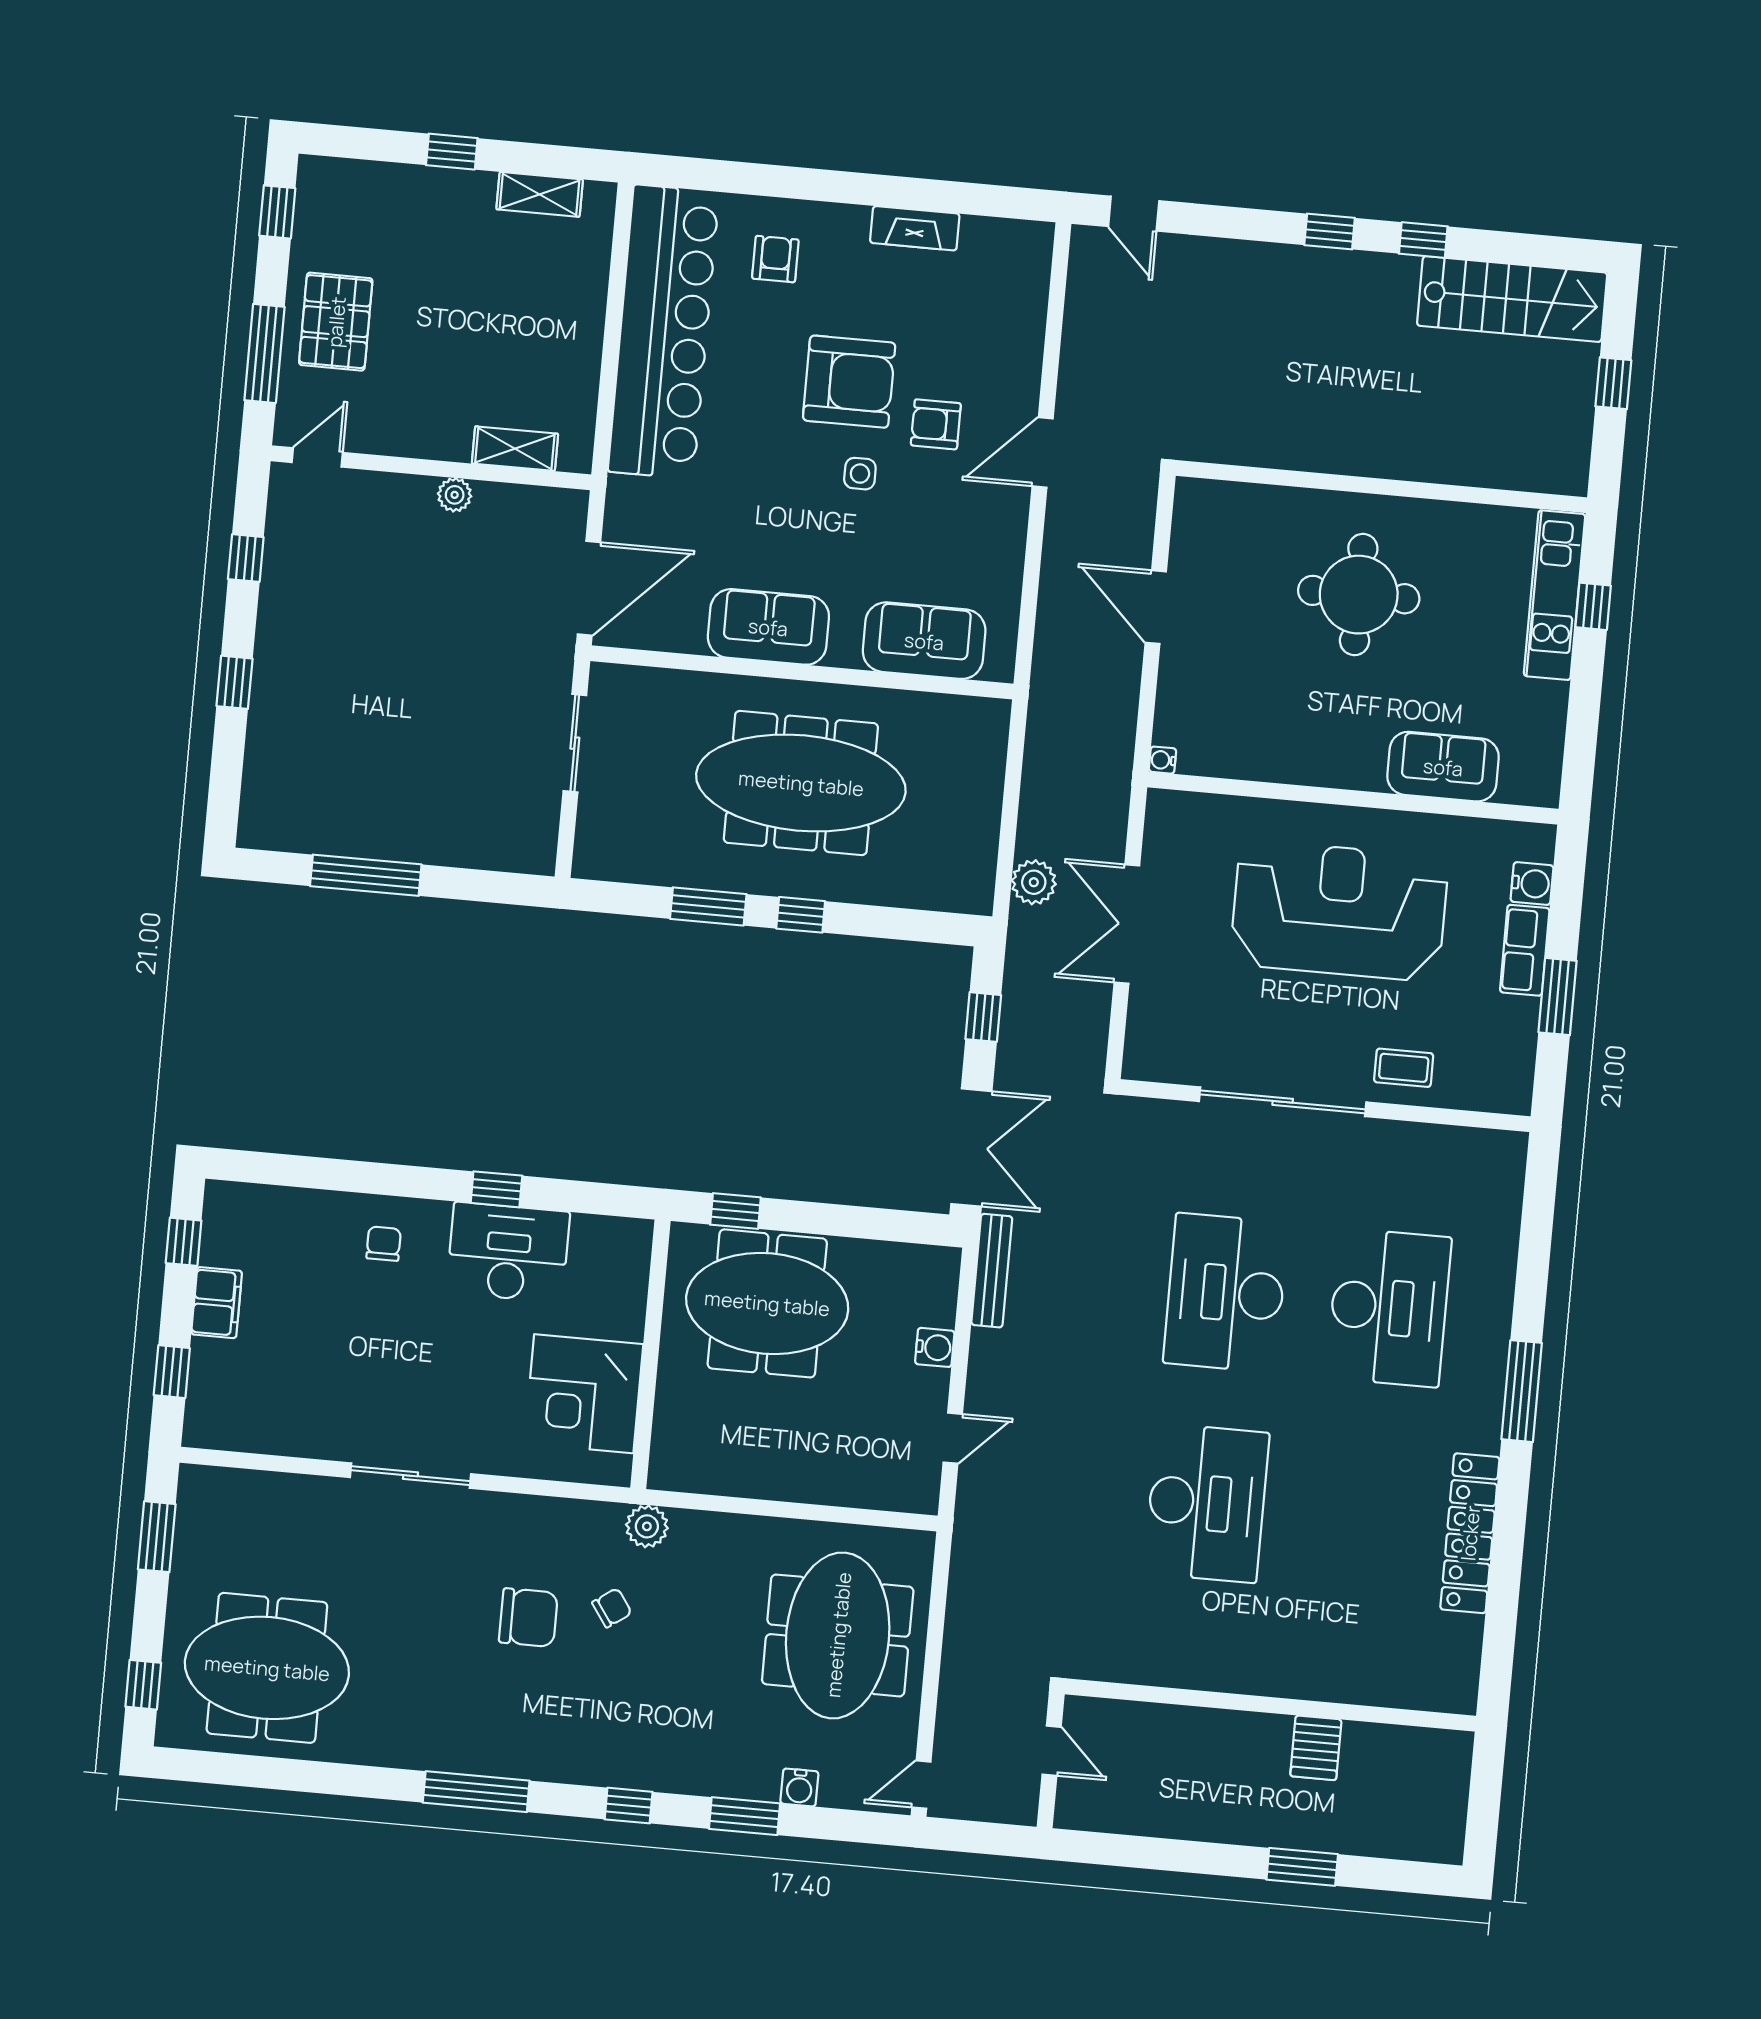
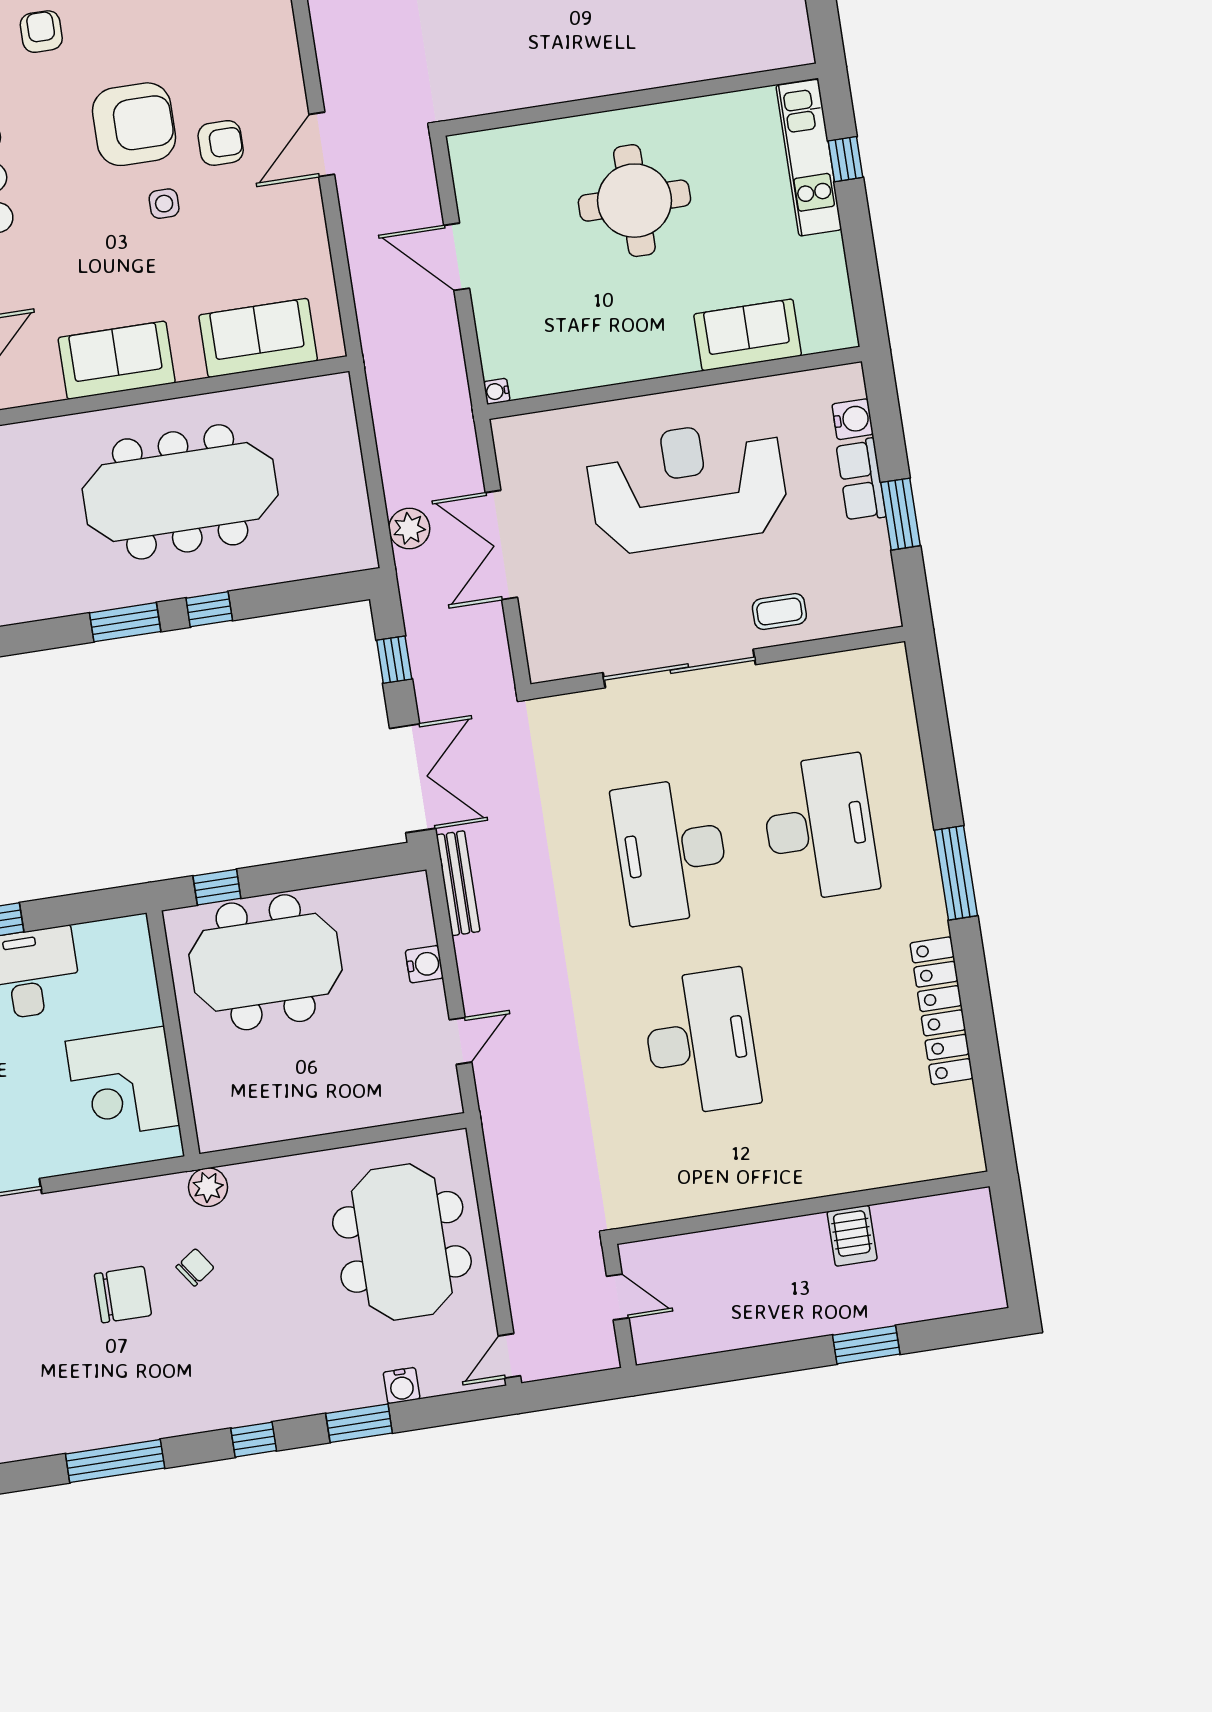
armchair: (936, 424) -> (221, 143), turned 180

